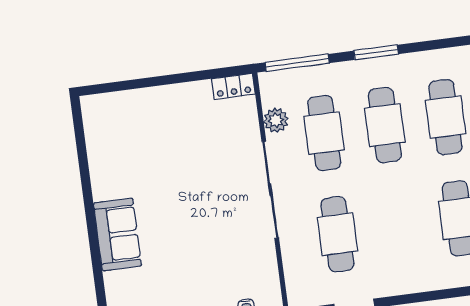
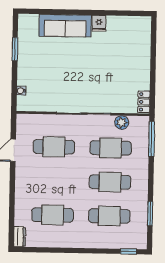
window: (376, 52) -> (150, 214), moved
fridge: (106, 187) -> (99, 23), added
sofa: (117, 234) -> (65, 26), width x1.36

